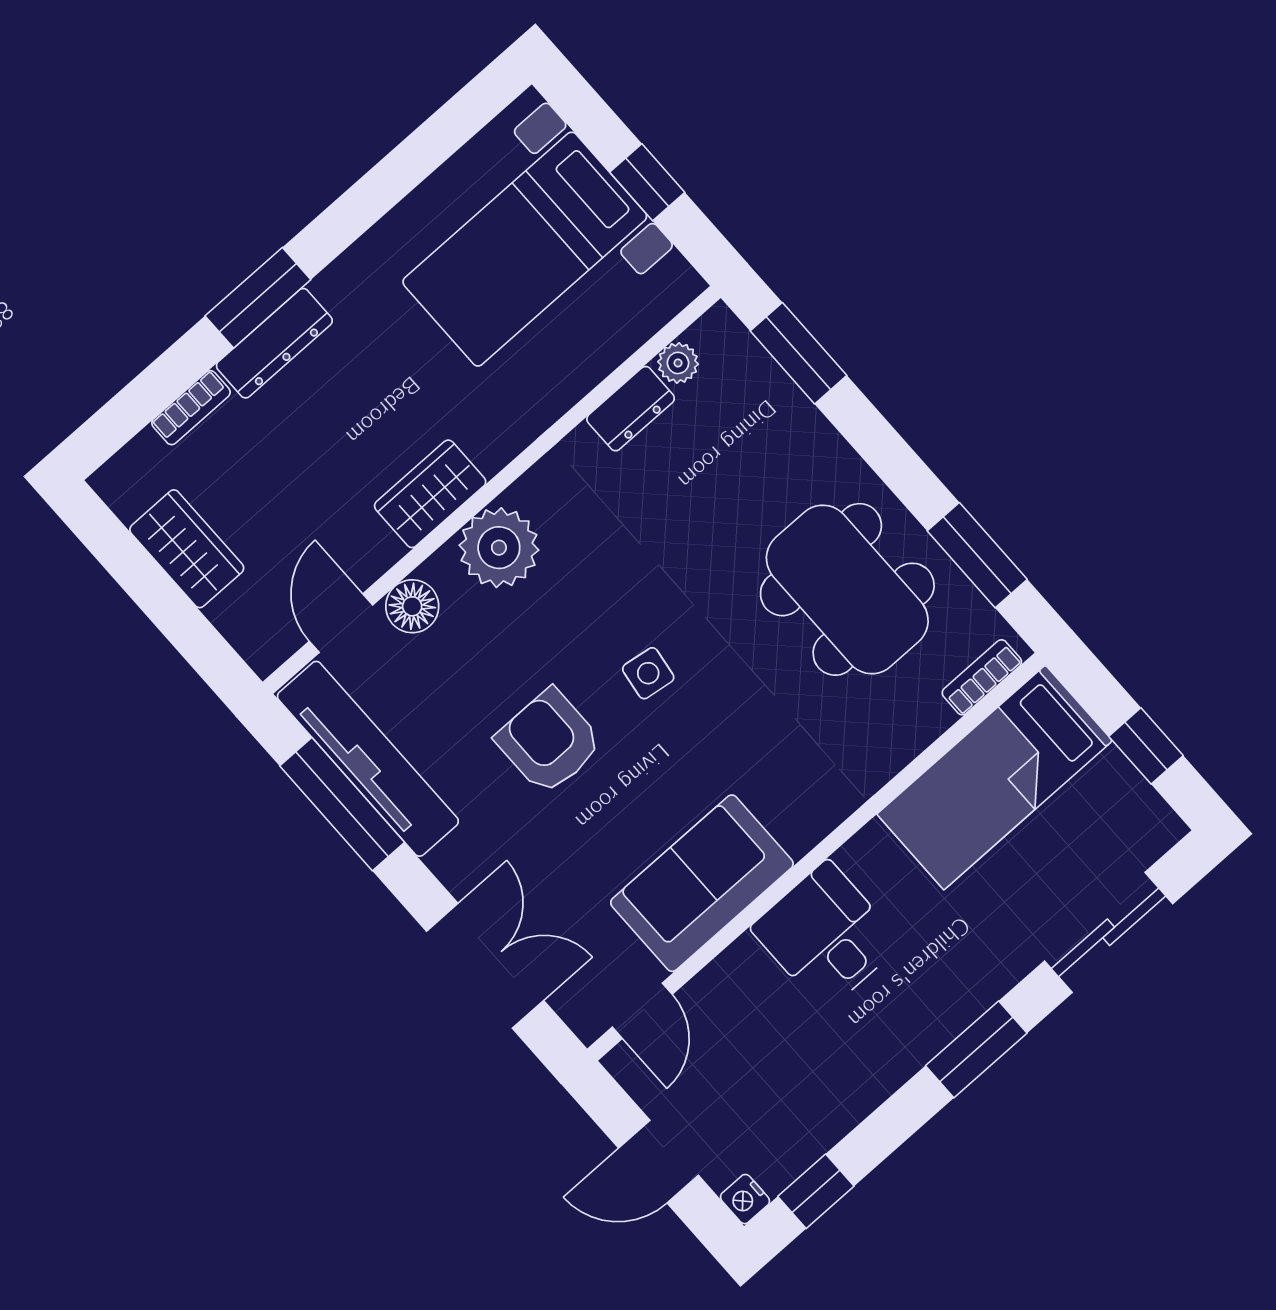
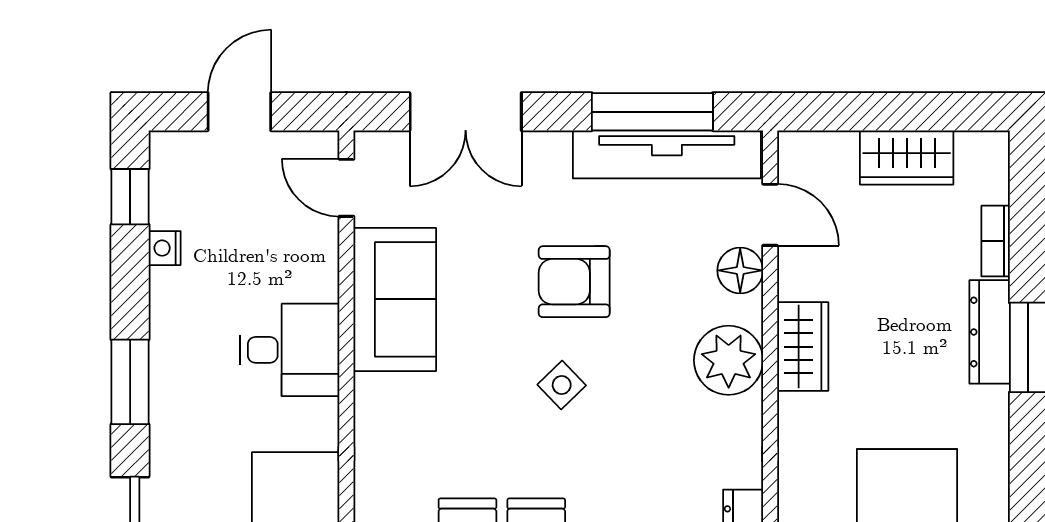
side table: (648, 673) -> (562, 385), turned 38
armchair: (549, 741) -> (574, 282), turned 180
nightstand: (745, 1199) -> (165, 248), moved, turned -90

